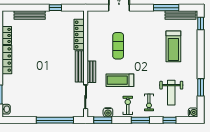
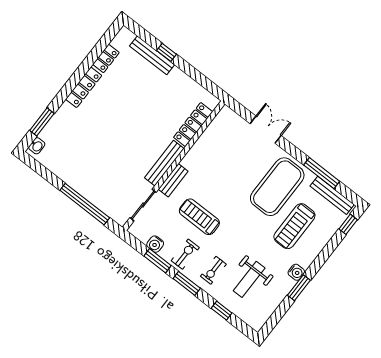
window: (55, 8) -> (166, 52), moved
exercise mat: (118, 46) -> (277, 187), moved, width x2.00, depth x1.45
window: (201, 87) -> (299, 288), moved
water cooler: (193, 112) -> (296, 272), moved
window: (103, 120) -> (158, 261), moved

